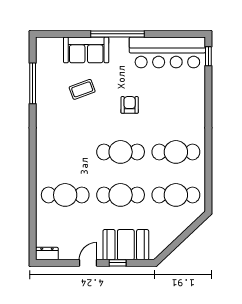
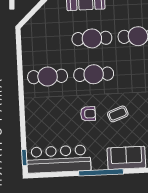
coffee table: (82, 89) -> (118, 114), moved
armchair: (130, 105) -> (88, 114), turned -90
cafe table: (176, 195) -> (46, 41), removed

